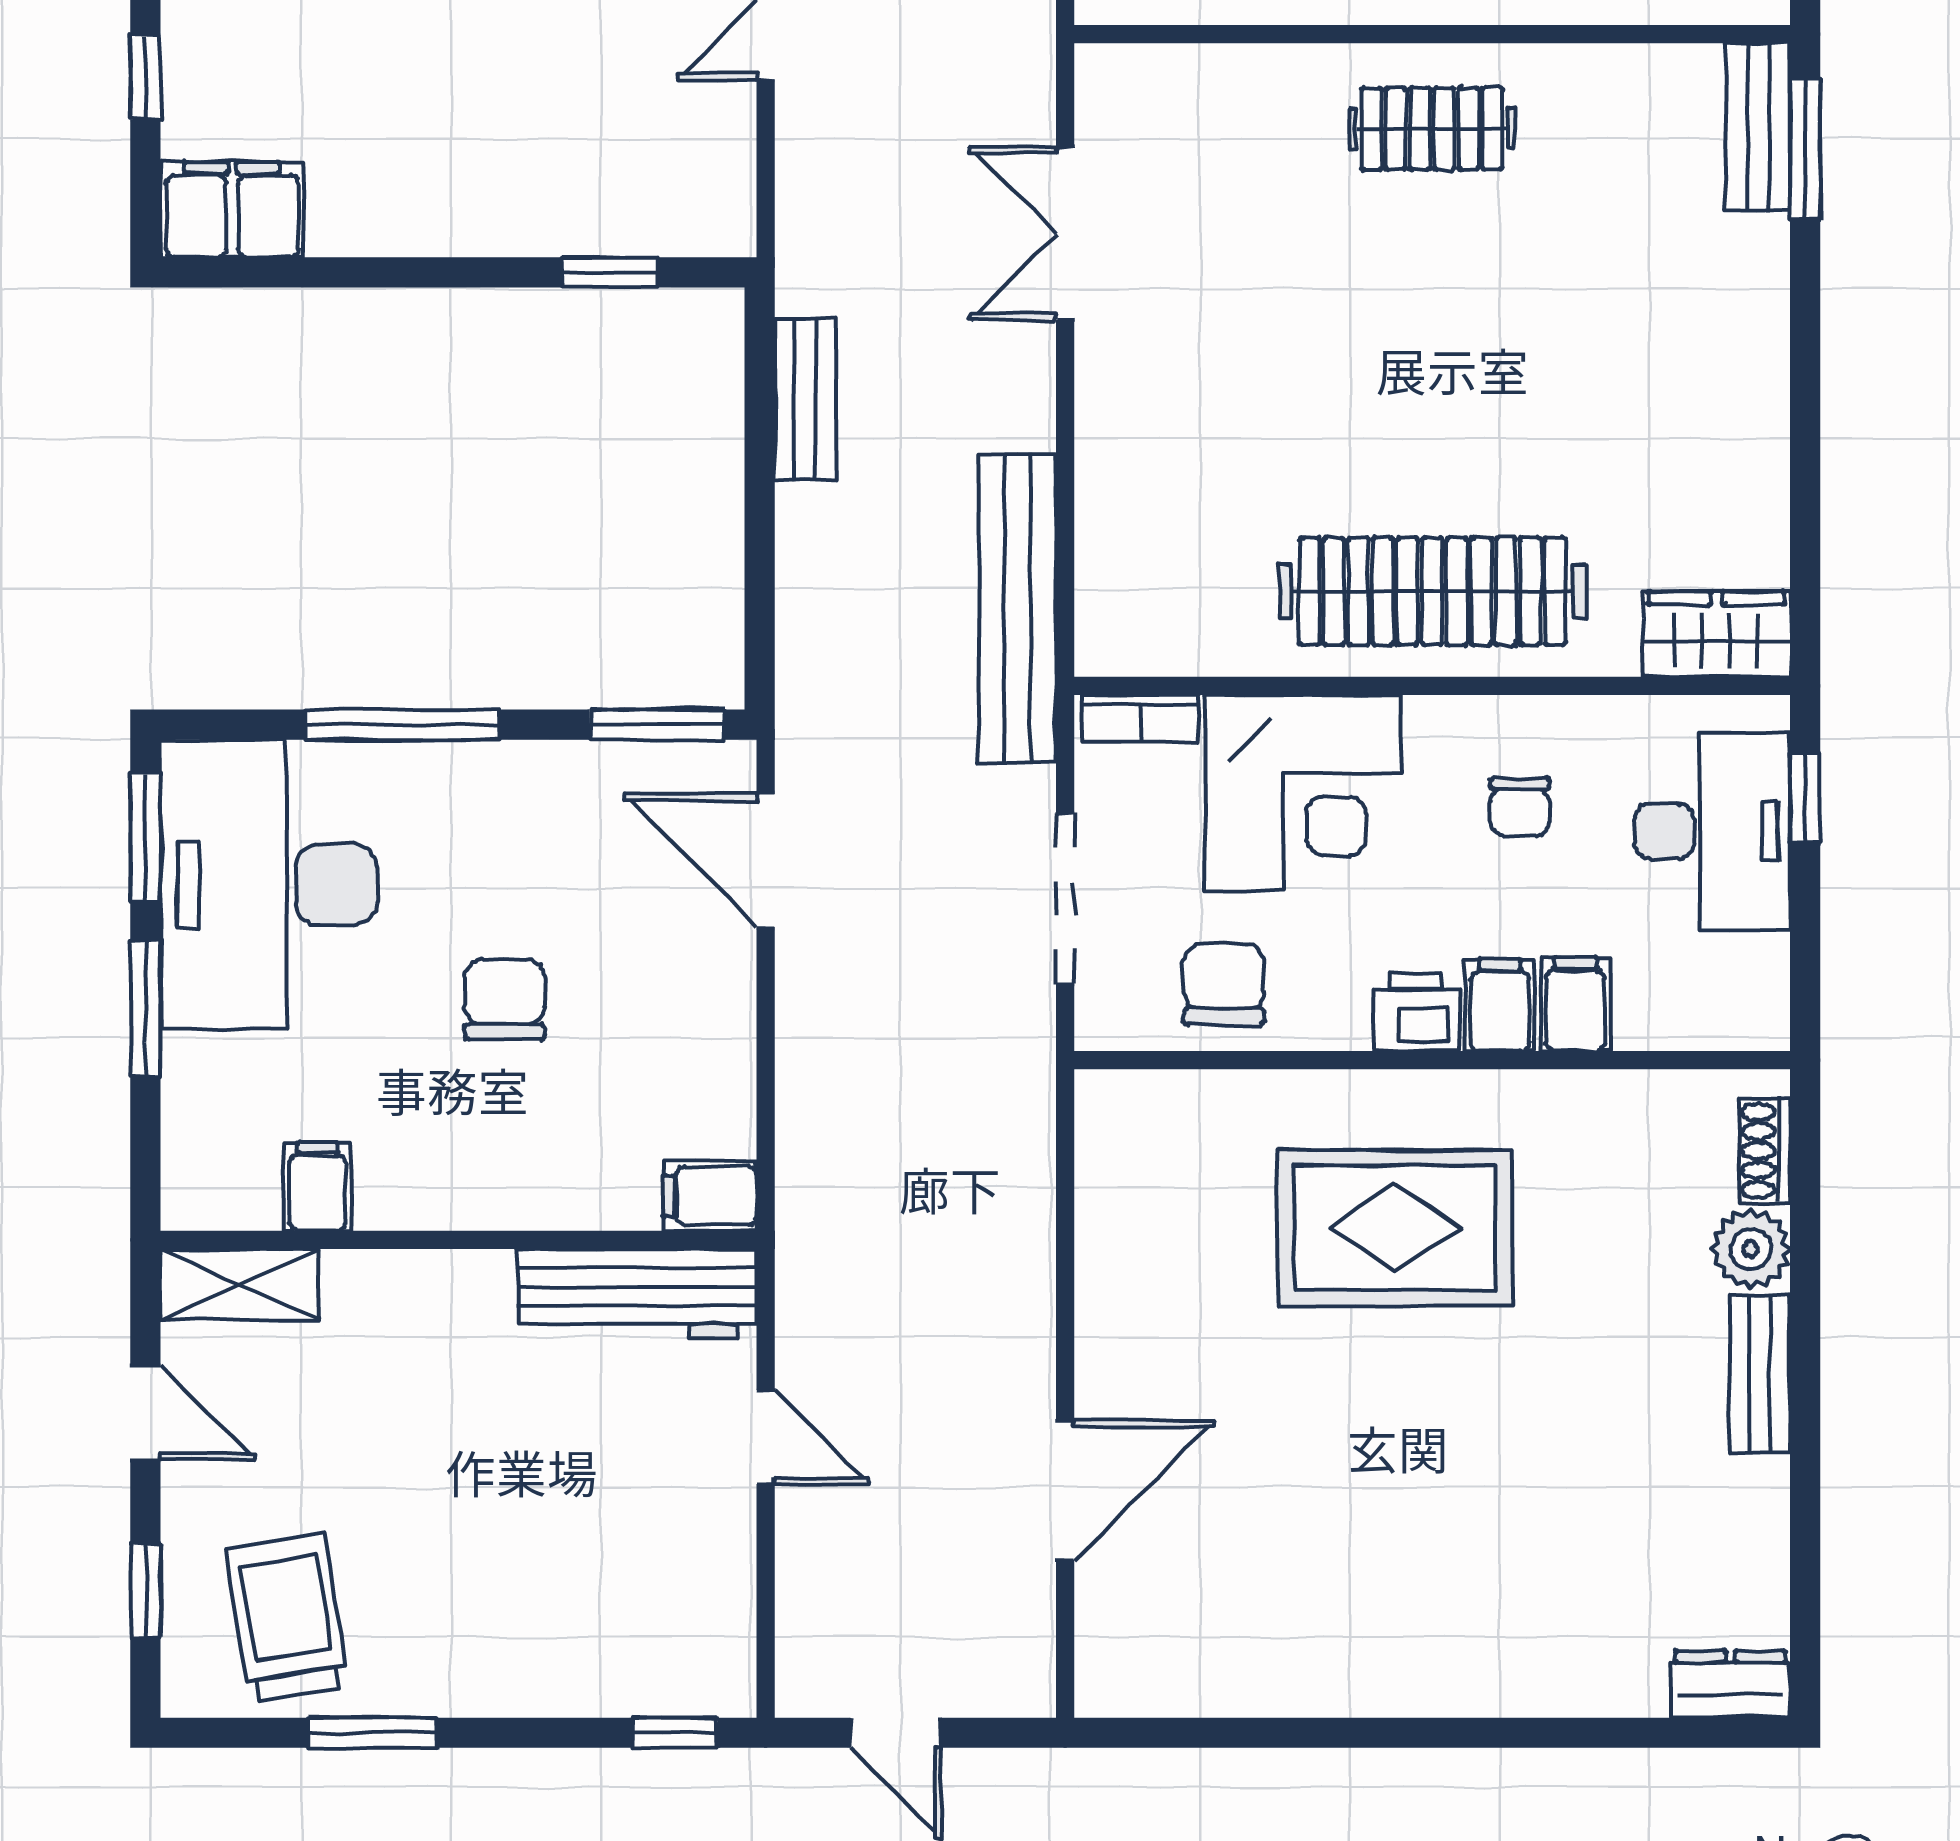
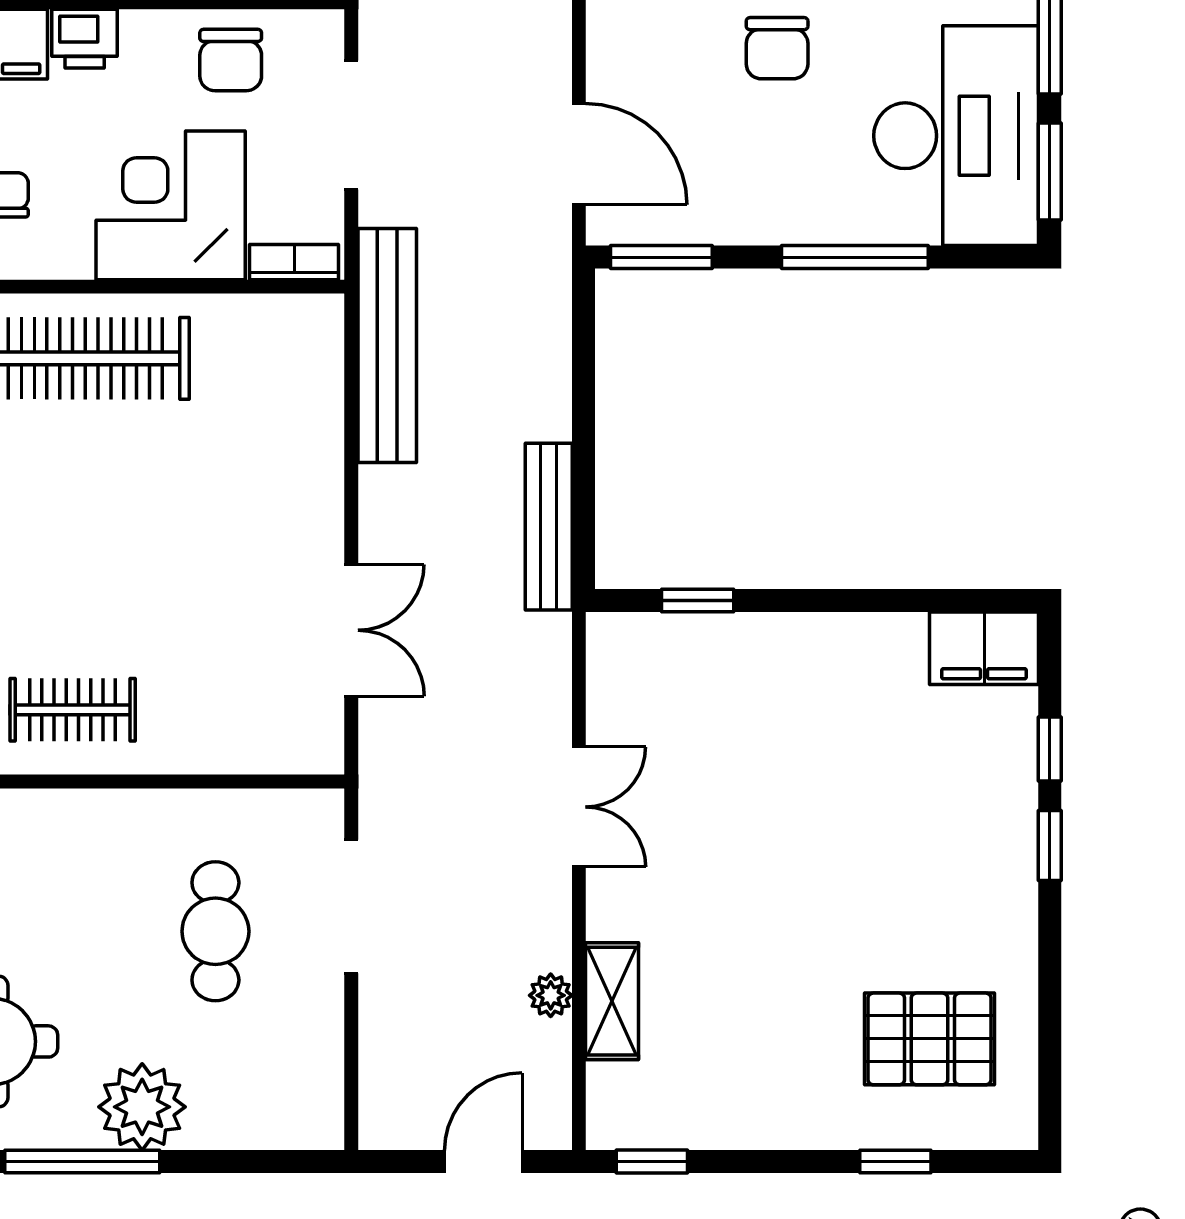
bench: (805, 399) -> (549, 527), width x1.36

